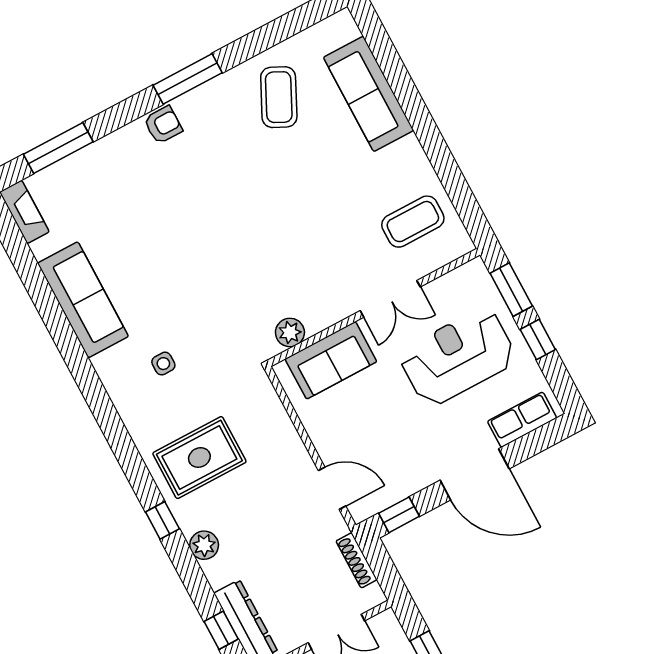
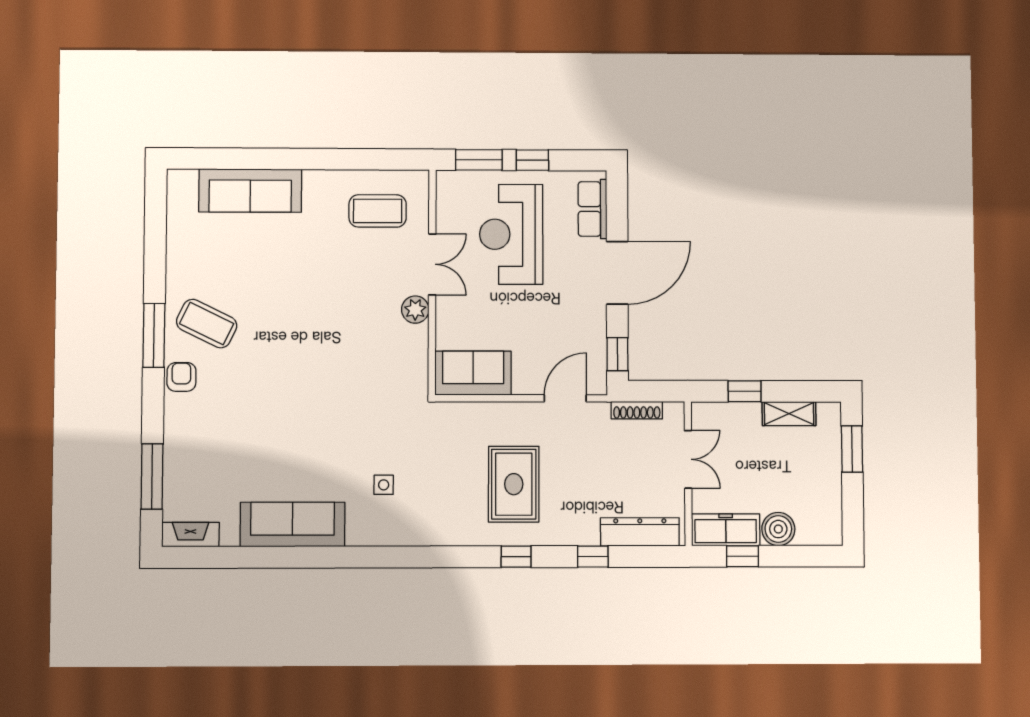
coffee table: (279, 97) -> (207, 324), moved
coffee table: (413, 222) -> (378, 211), turned 90
plant: (290, 332) -> (415, 310), moved
sofa: (331, 360) -> (473, 373), moved, turned -90
rug: (199, 458) -> (514, 484), moved
plant: (204, 545) -> (556, 532), removed
window: (221, 630) -> (593, 557), moved

